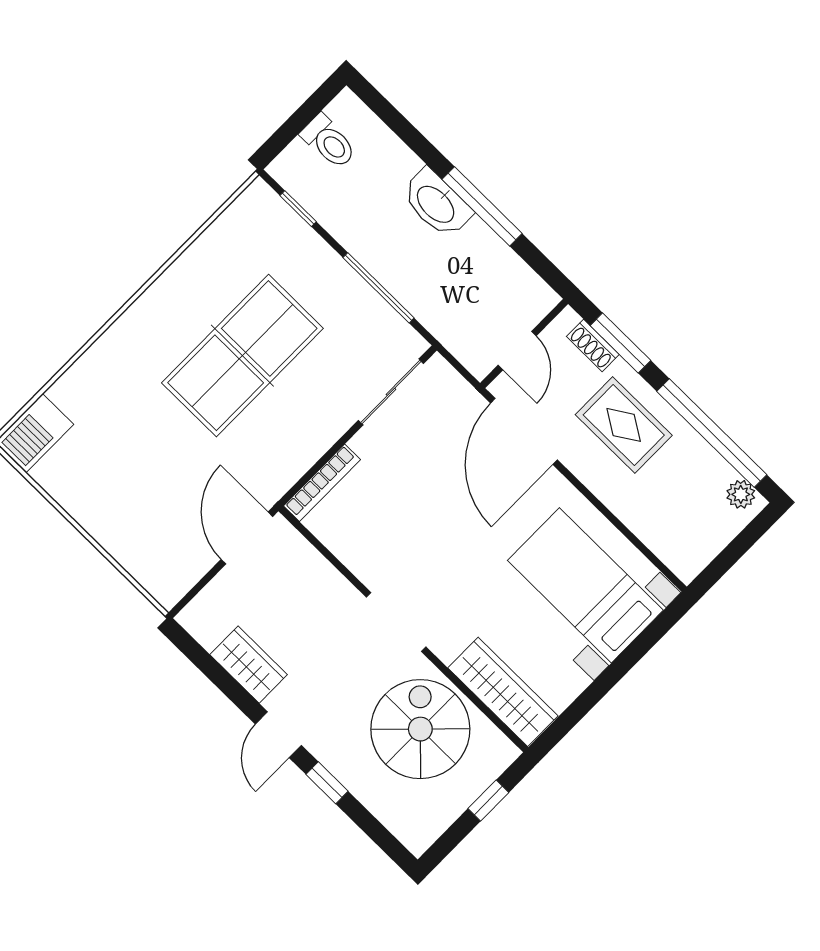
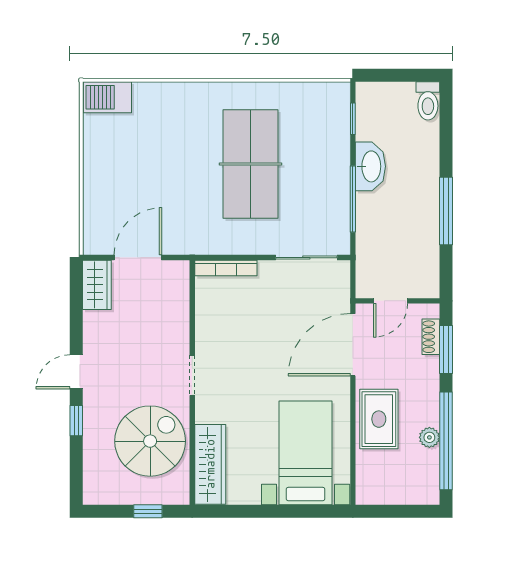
toilet: (329, 142) -> (428, 101), moved
washbasin: (436, 203) -> (370, 166), moved, turned 180
table tennis table: (242, 356) -> (251, 164), turned 90
rug: (624, 425) -> (379, 419), moved
plant: (741, 494) -> (429, 437), moved
door: (247, 538) -> (138, 258), moved
doorway: (396, 622) -> (192, 375), width x0.73
wardrobe: (249, 665) -> (97, 285), moved

